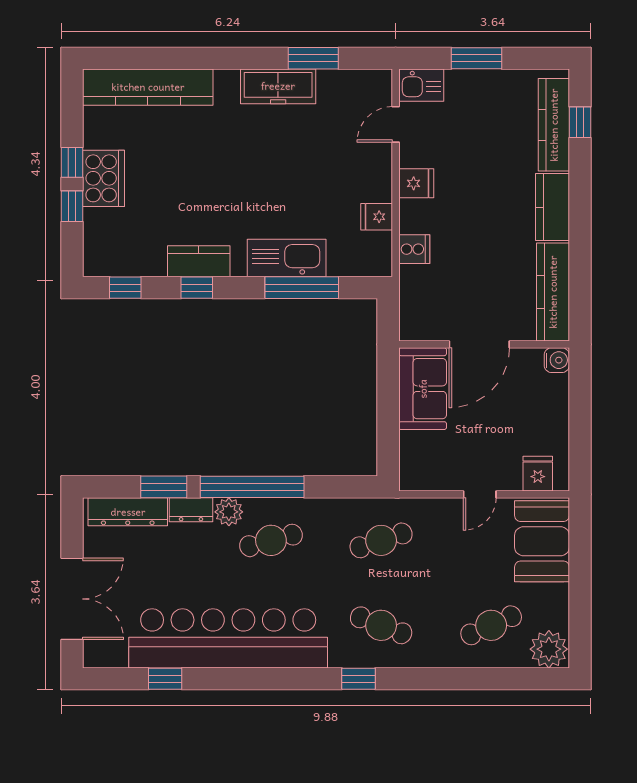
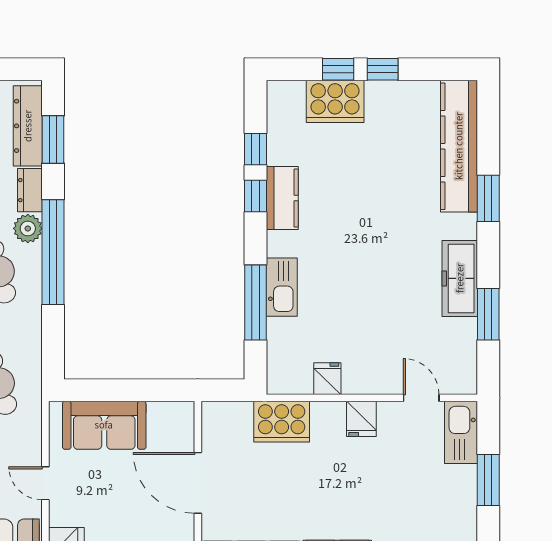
window: (199, 58) -> (488, 198), added
kitchen sink: (421, 85) -> (461, 432), width x1.38
cooker: (104, 178) -> (335, 101), moved
cooker: (414, 249) -> (282, 422), width x1.87, depth x1.31
kitchen sink: (287, 258) -> (282, 287), width x0.73, depth x0.81
window: (125, 288) -> (255, 149), moved
sofa: (423, 389) -> (104, 425), moved
window: (164, 487) -> (53, 140), moved

